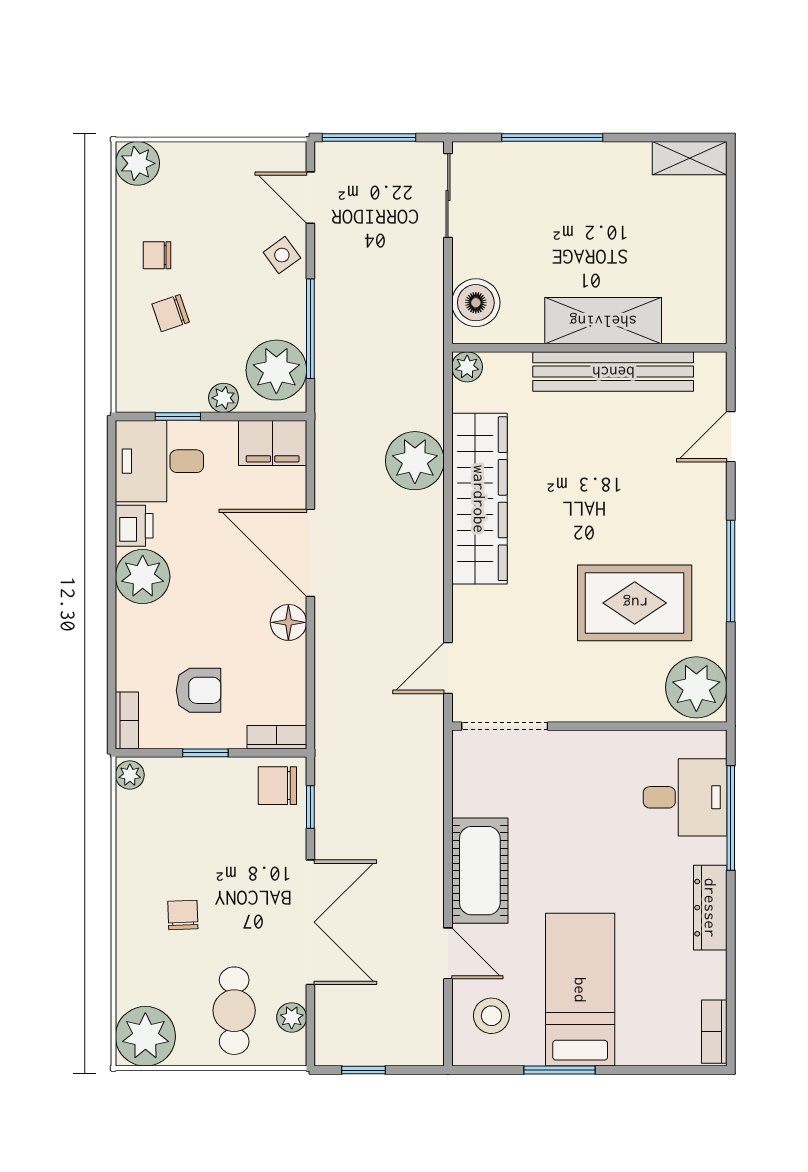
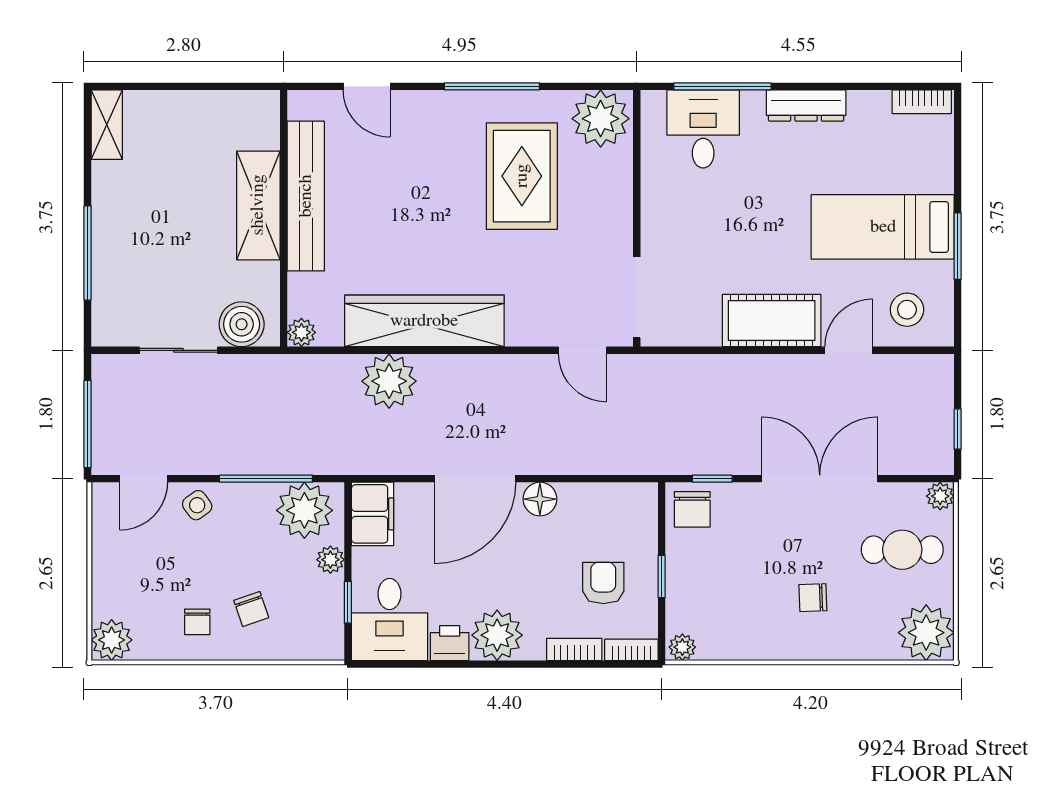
sliding door: (448, 195) -> (178, 350), moved
bookcase: (277, 737) -> (574, 649), moved, turned 90
plant: (292, 1017) -> (940, 496), moved

